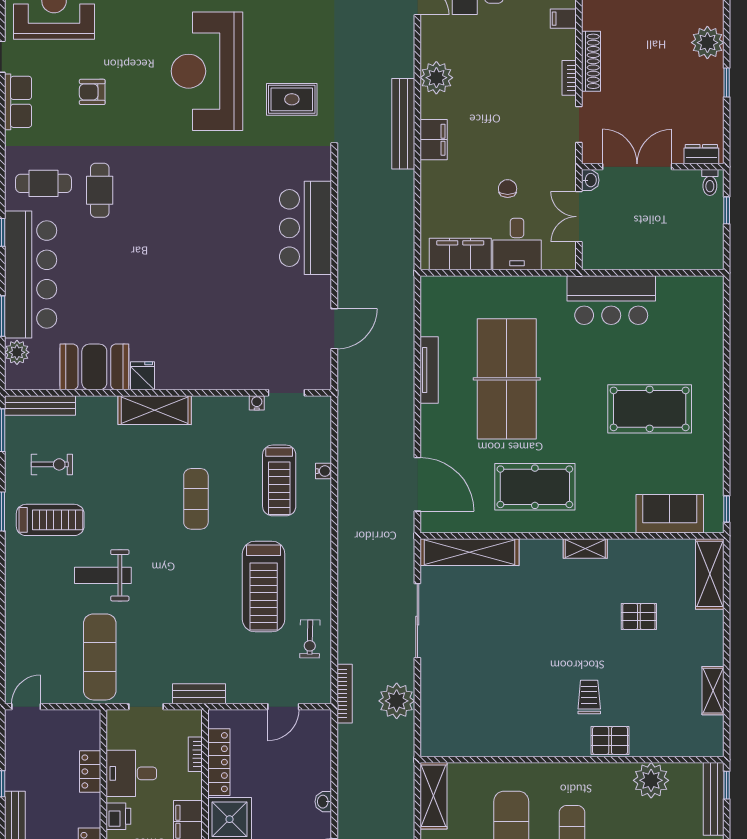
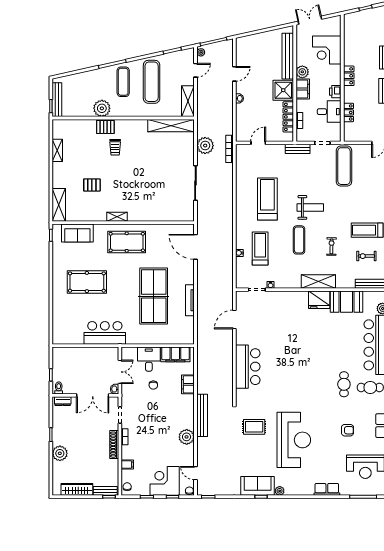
filing cabinet: (434, 140) -> (188, 384), moved
fridge: (142, 376) -> (319, 300), width x1.88, depth x1.34
pool table: (535, 487) -> (127, 242), moved
shelving: (470, 552) -> (171, 126), moved
weight bench: (103, 575) -> (310, 207), moved
exercise bike: (310, 639) -> (332, 246), moved
plant: (651, 780) -> (102, 108), moved

